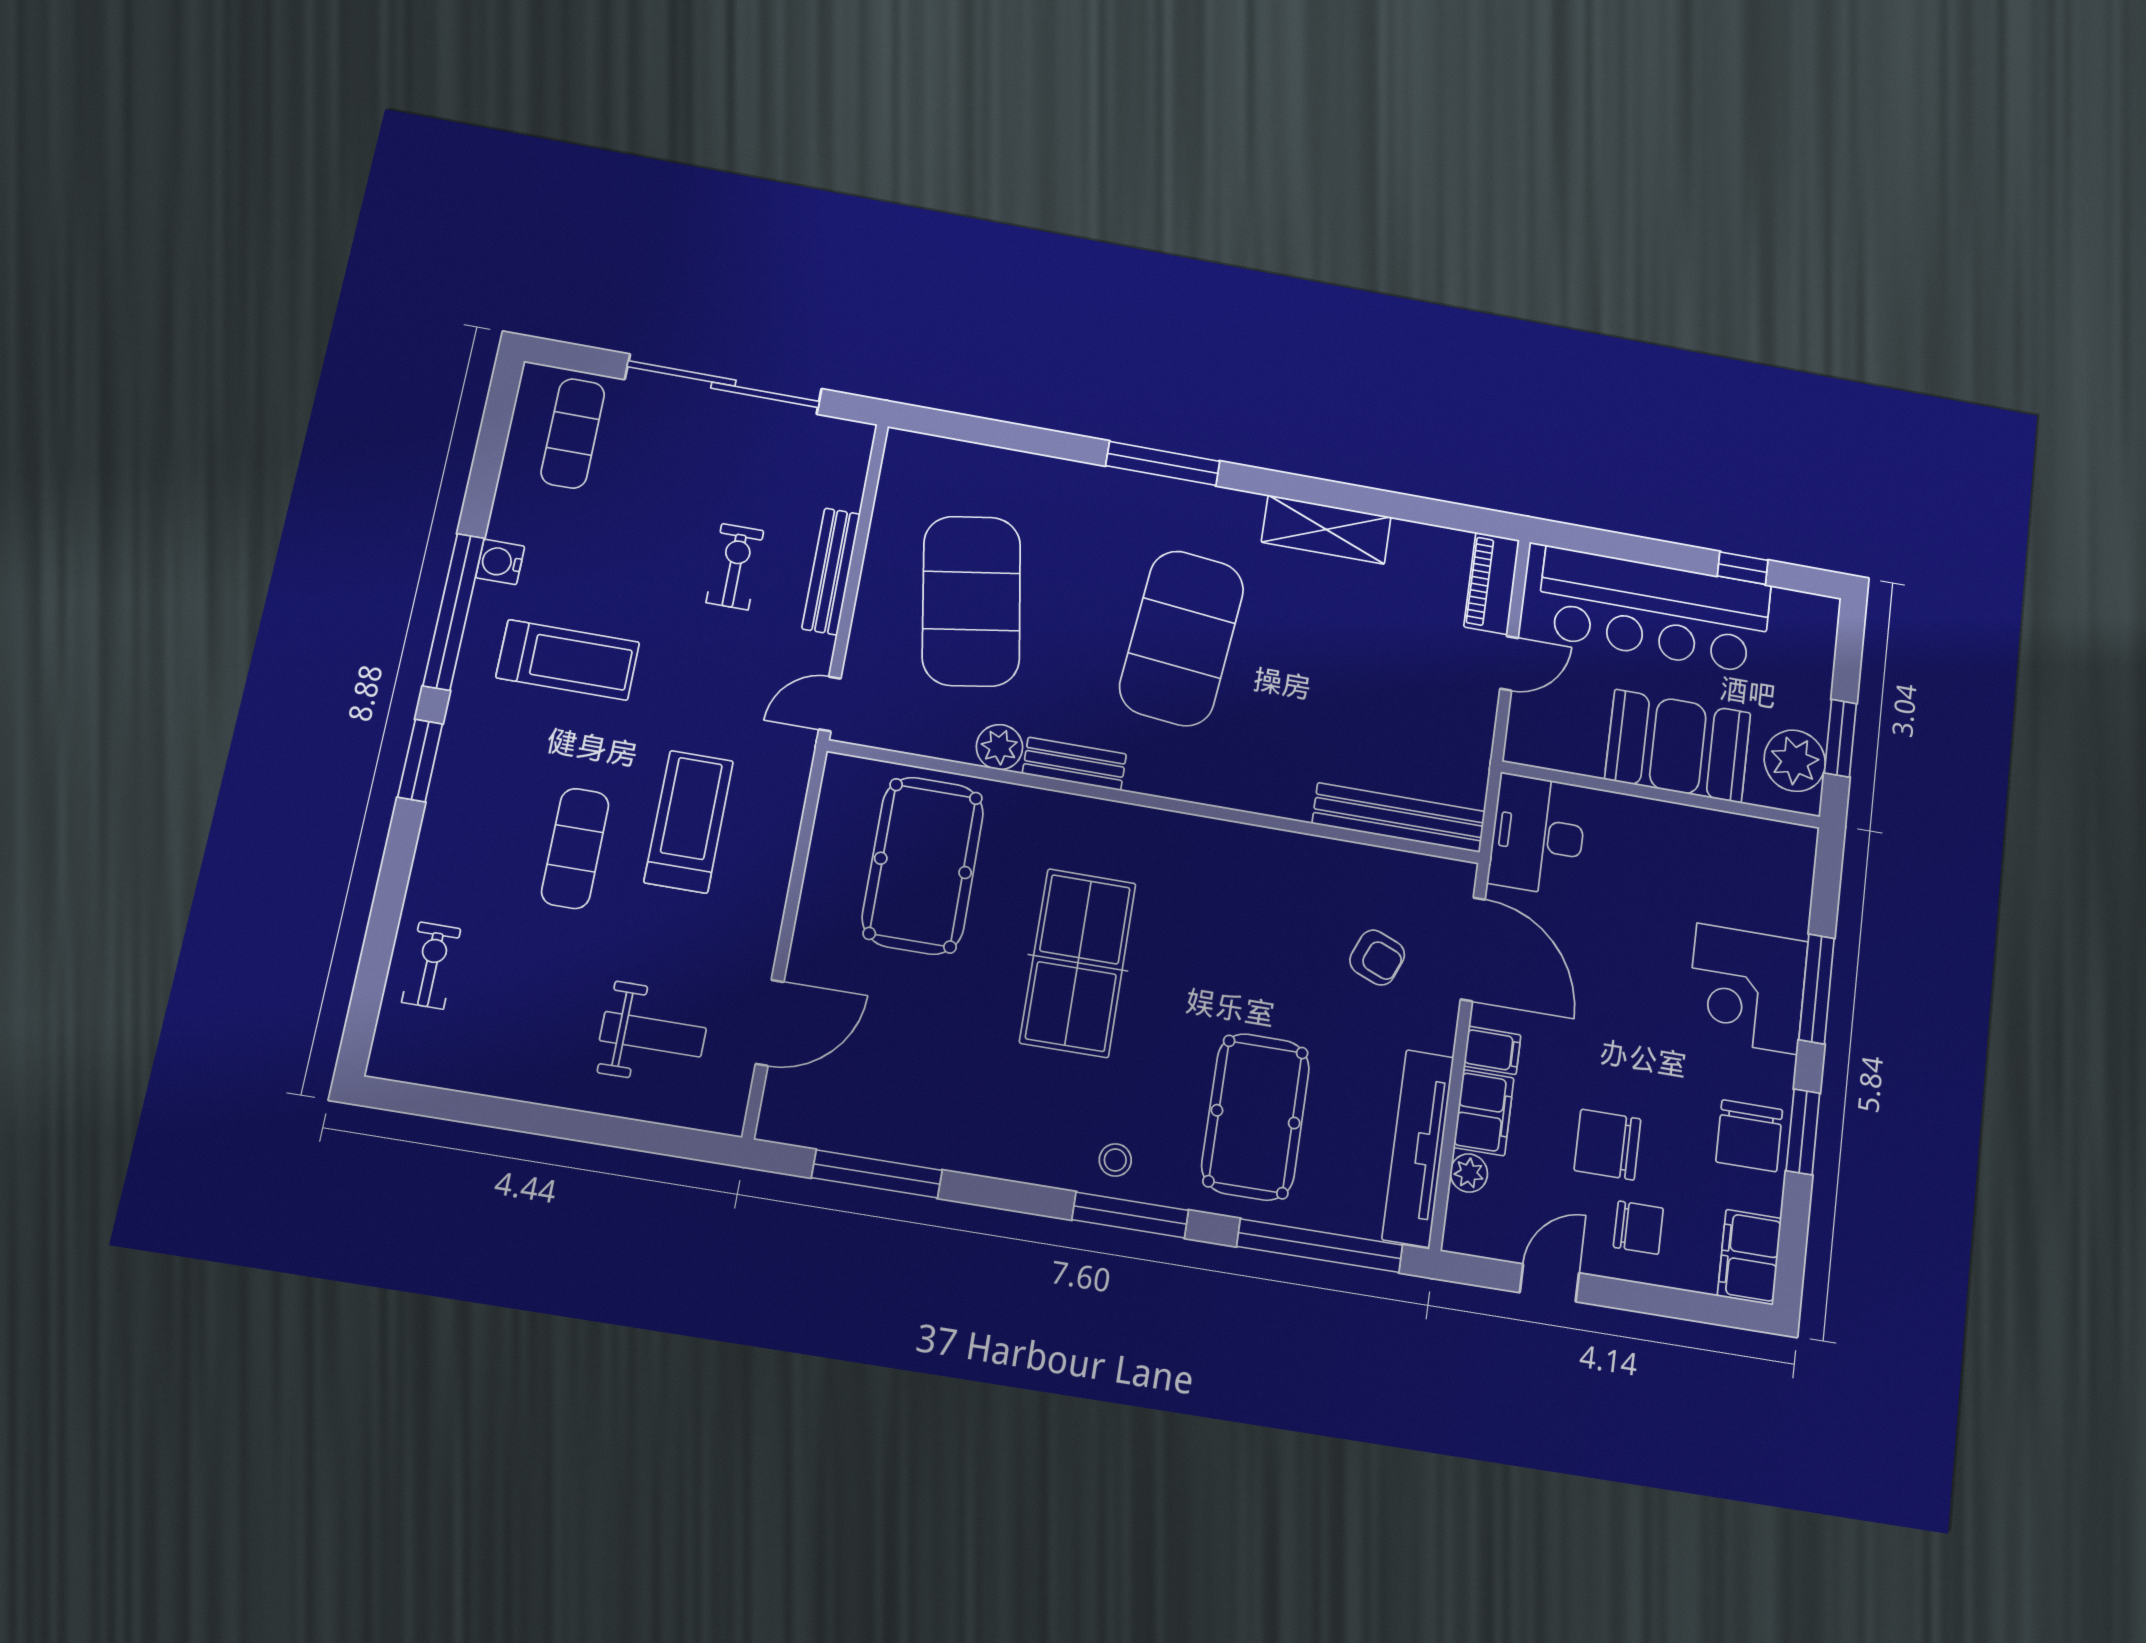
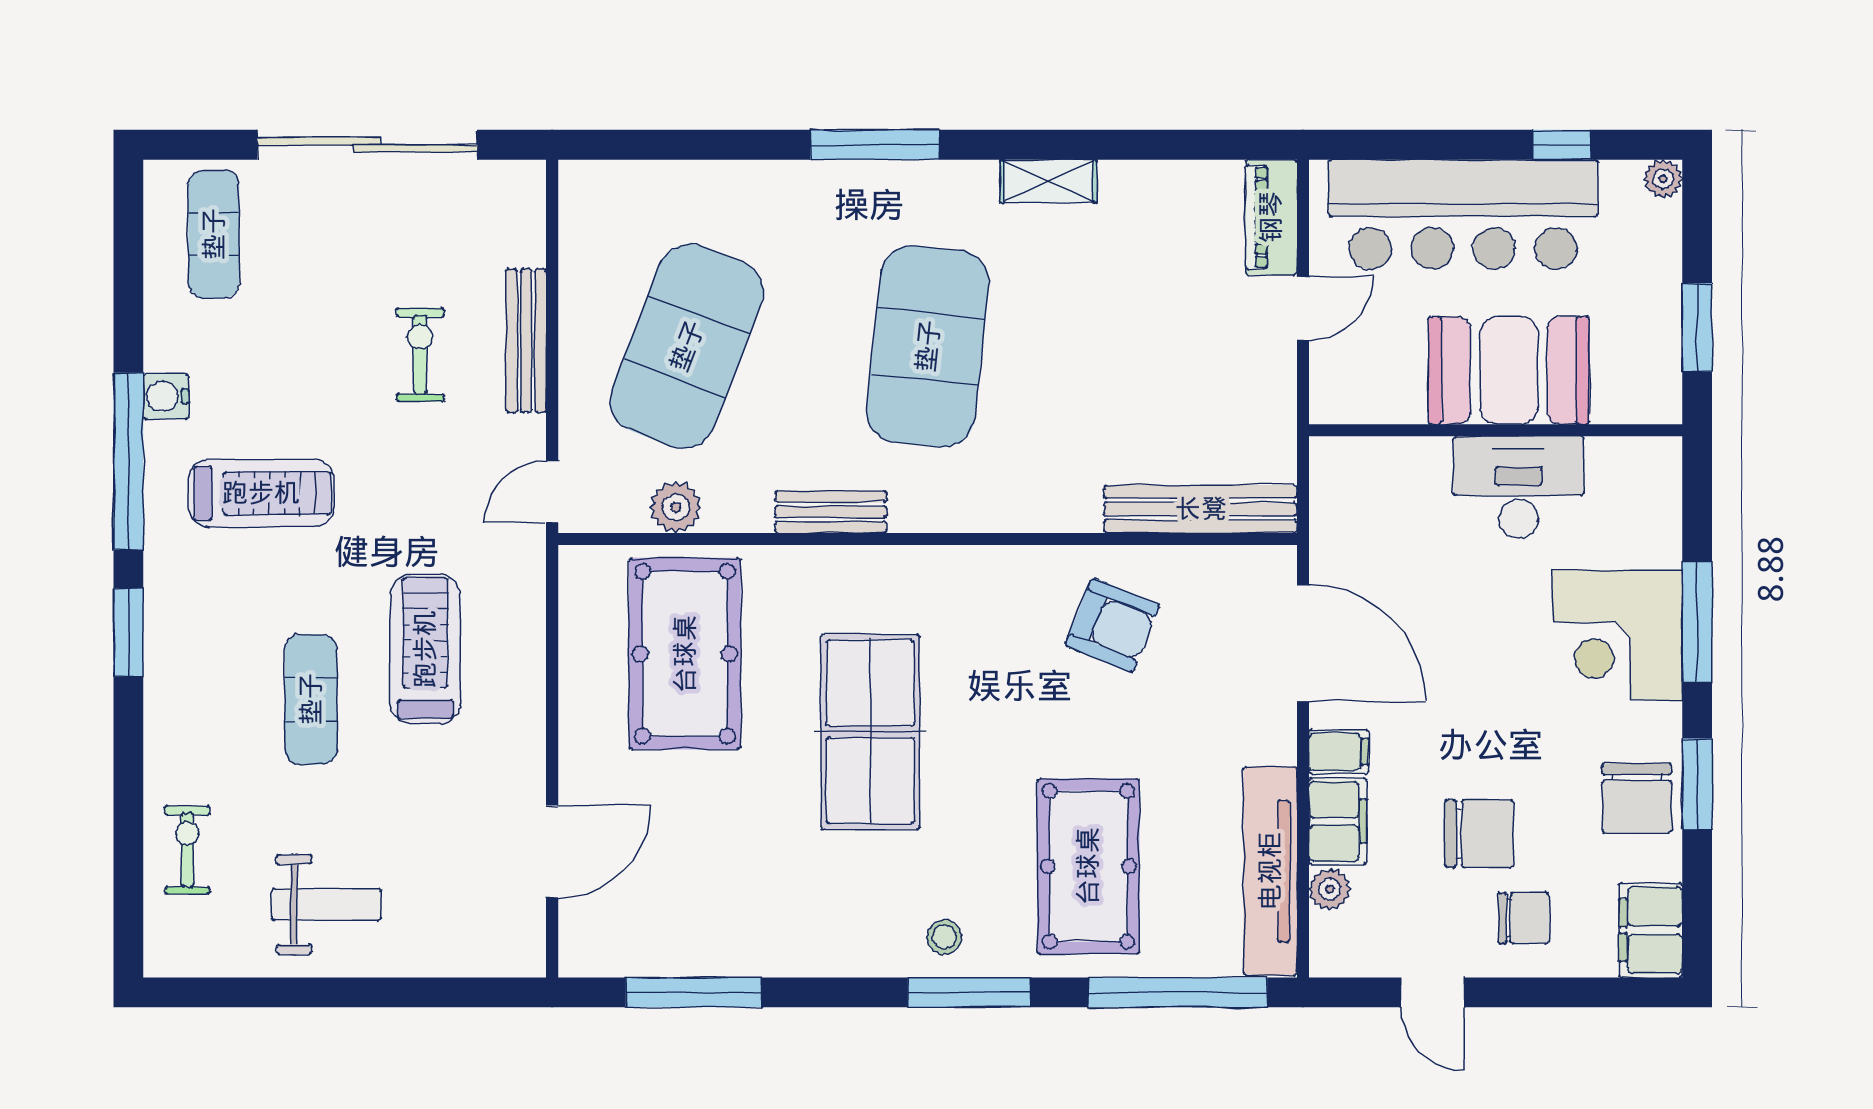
shelving: (1326, 530) -> (1049, 181), width x0.67, depth x0.75
exercise mat: (971, 601) -> (687, 346), turned 30
plant: (999, 747) -> (676, 507), moved
plant: (1795, 761) -> (1663, 179), moved, width x0.53, depth x0.53
desk: (1538, 835) -> (1518, 487), moved, turned 90
armchair: (1377, 958) -> (1112, 625), moved, width x1.38, depth x1.38
weight bench: (653, 1034) -> (327, 904), moved
chair: (1608, 1145) -> (1479, 834), turned 180
door: (1549, 1283) -> (1432, 992), swing flipped

